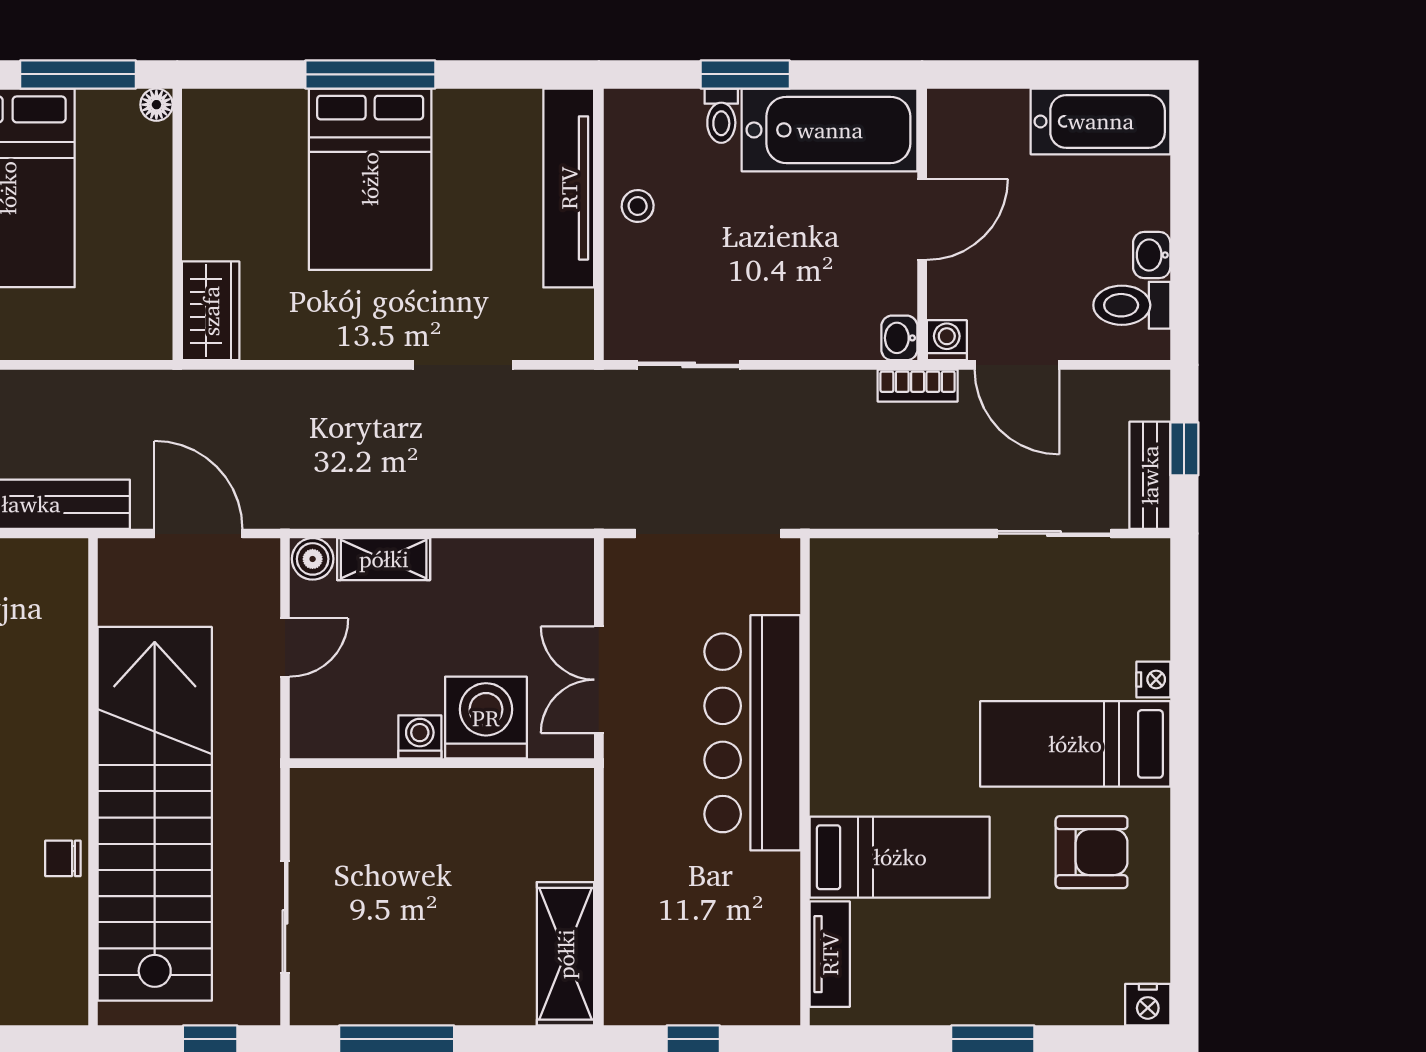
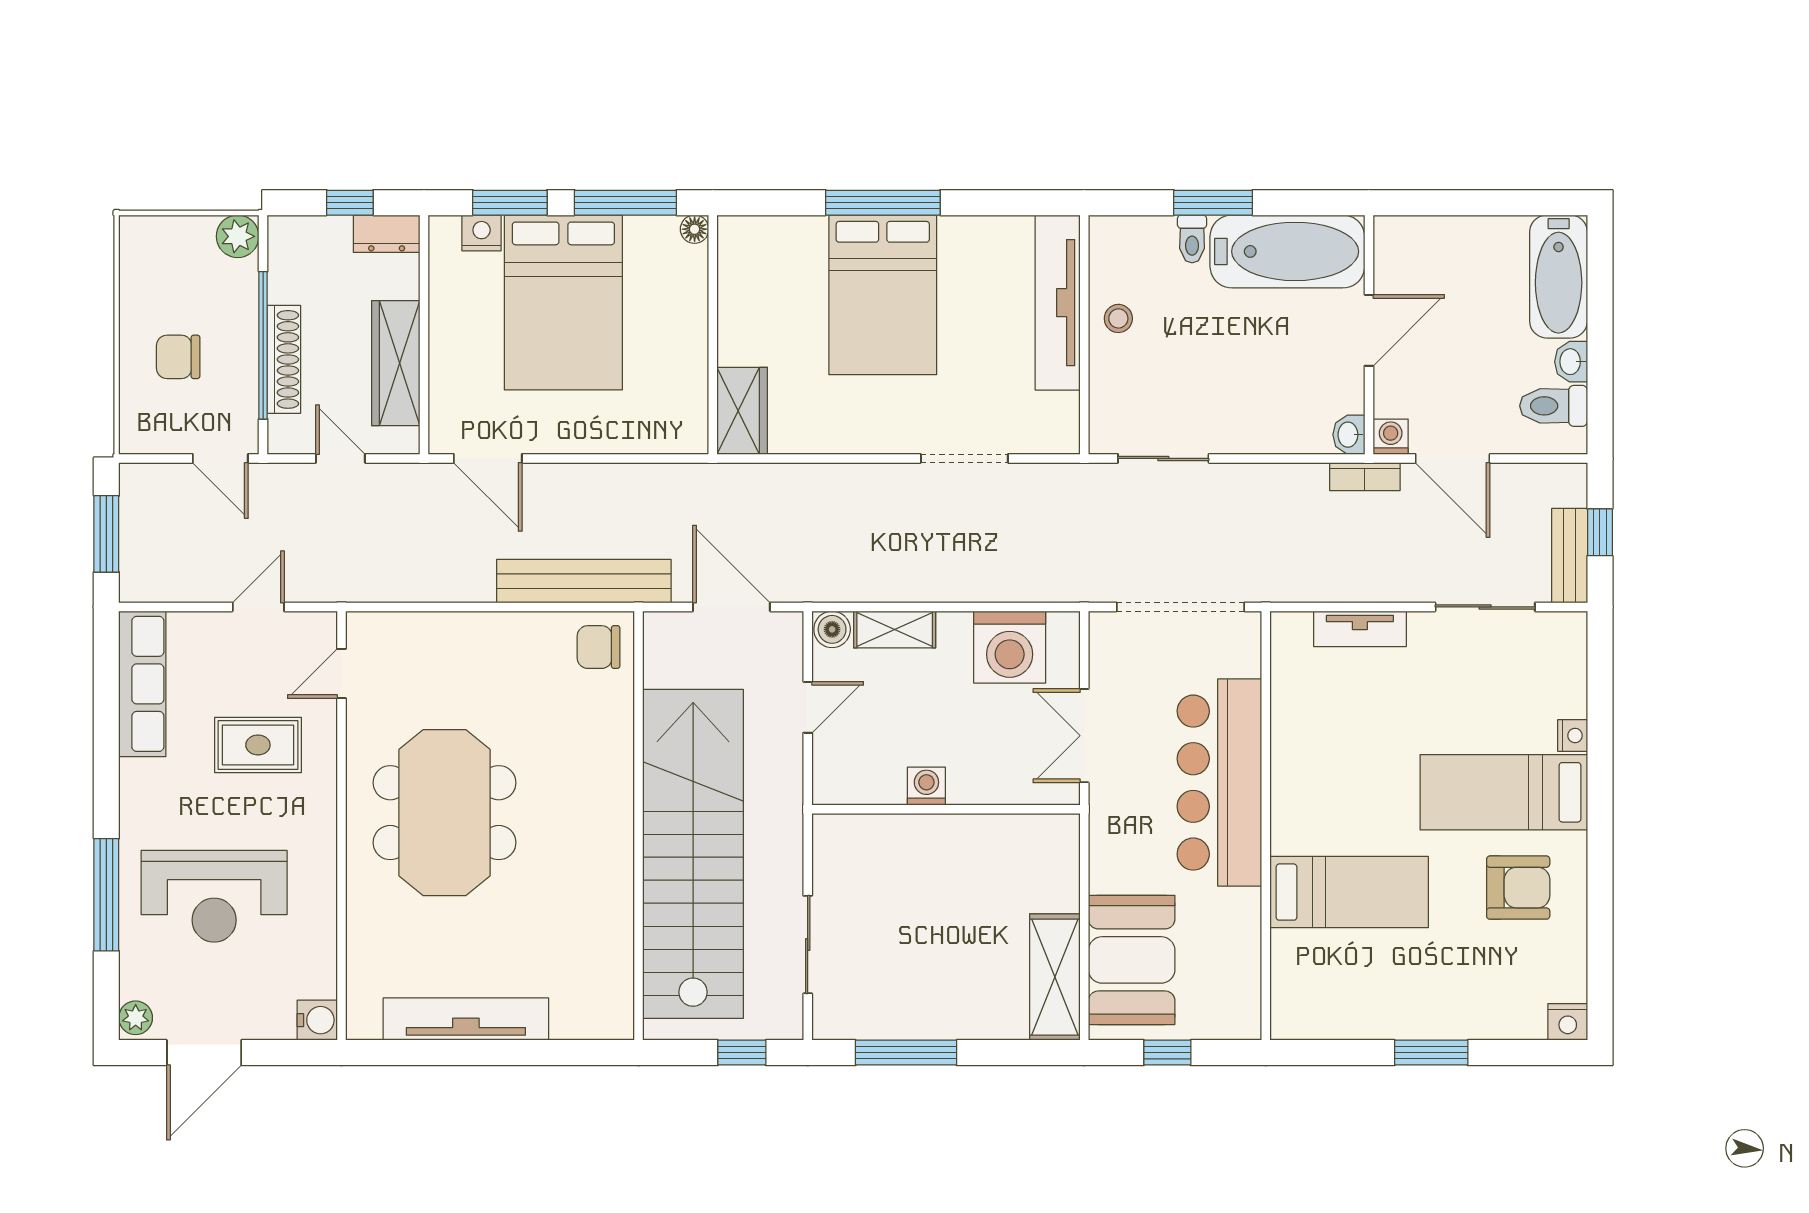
bathtub: (1101, 121) -> (1559, 277), moved, turned 90
washing machine: (486, 718) -> (1010, 647), moved, turned 180
chair: (63, 858) -> (599, 647), moved, width x1.37, depth x1.37
booth: (653, 934) -> (1132, 960), added
tv unit: (830, 954) -> (1360, 629), moved, turned 90

